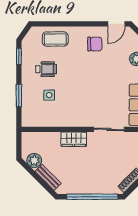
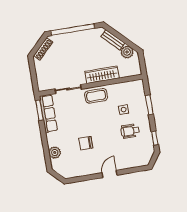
door: (116, 24) -> (109, 174), moved
coffee table: (55, 39) -> (96, 96), moved
chair: (95, 44) -> (86, 143), moved
wardrobe: (74, 139) -> (102, 75), width x1.50

